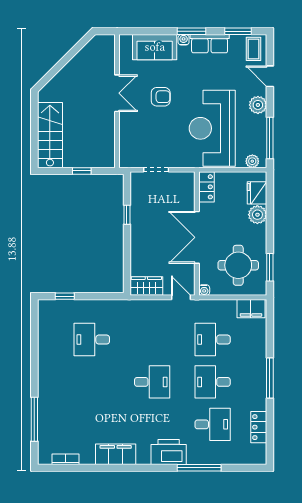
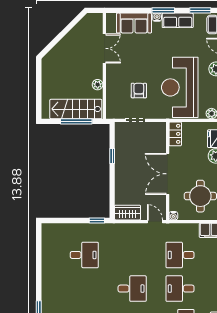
double door: (117, 93) -> (104, 48), moved
armchair: (161, 97) -> (139, 91), moved, turned -90
plant: (109, 125) -> (98, 85), added
stairs: (50, 135) -> (76, 109), moved, turned -90
window: (82, 171) -> (76, 121), width x2.17
window: (65, 296) -> (97, 221), moved
desk: (92, 340) -> (84, 255), turned 180

